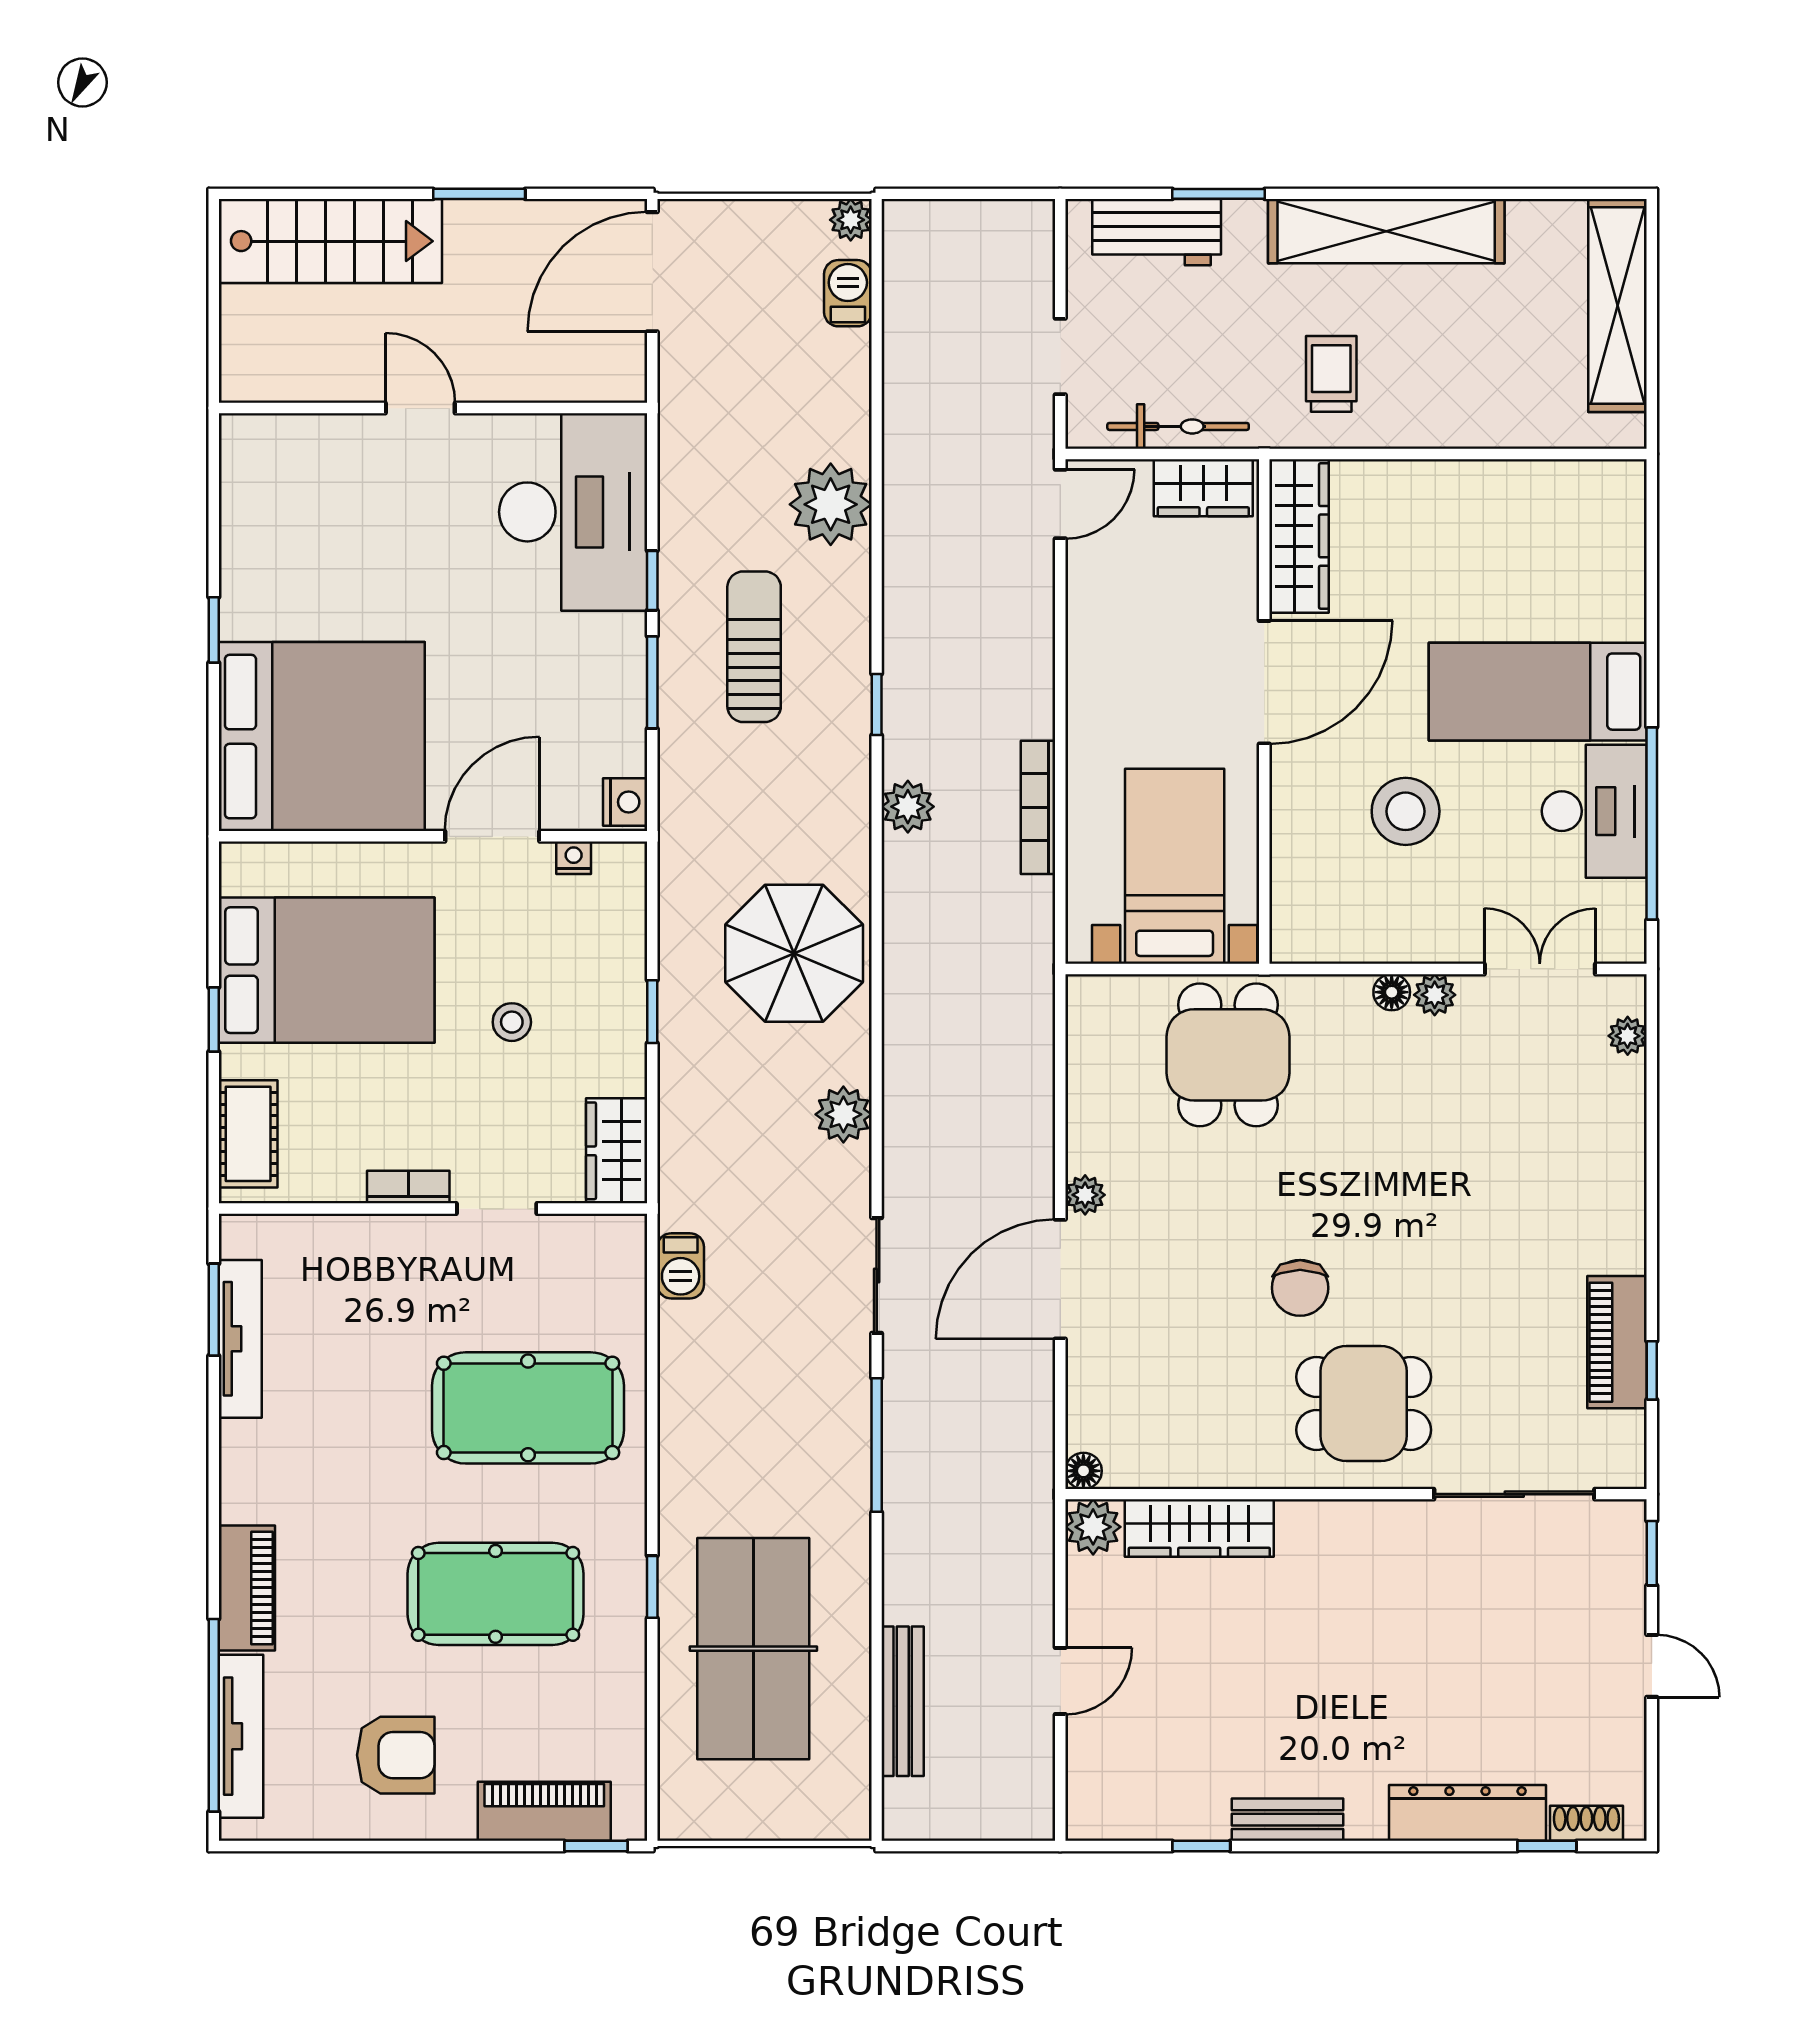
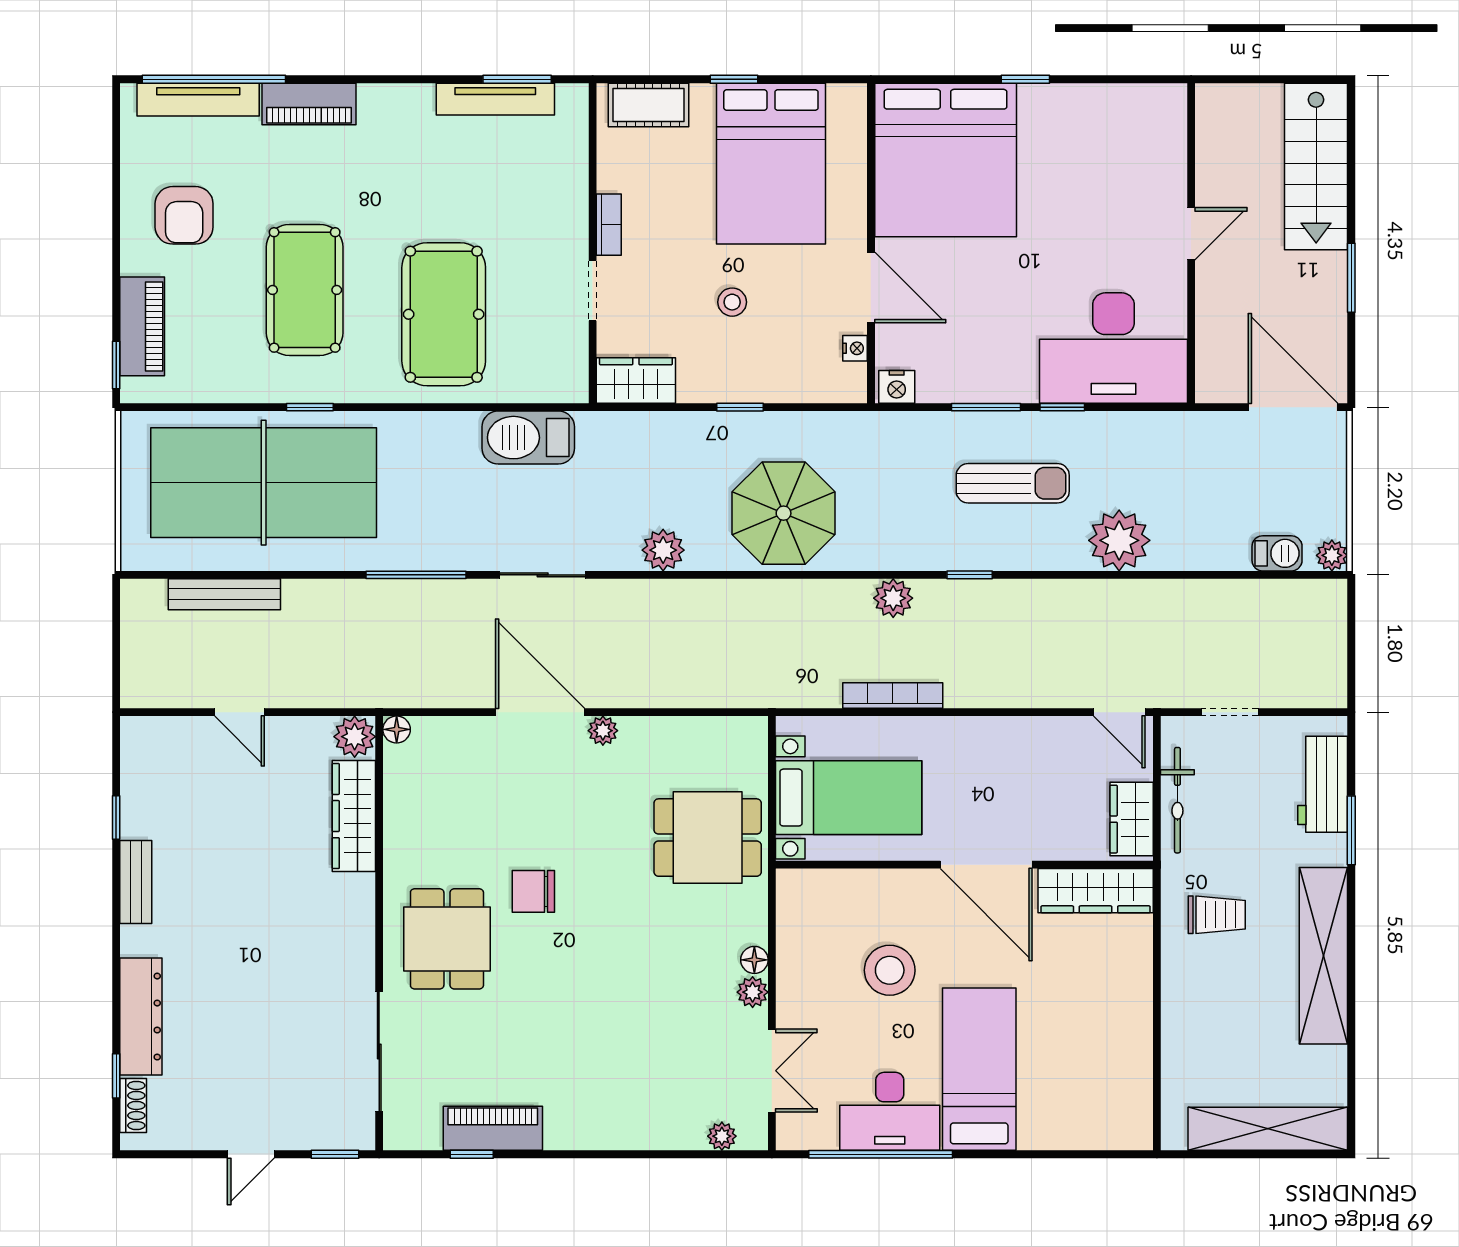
barbecue: (681, 1266) -> (528, 438), width x1.88, depth x1.53
table tennis table: (753, 1649) -> (264, 483), width x1.36, depth x1.32

